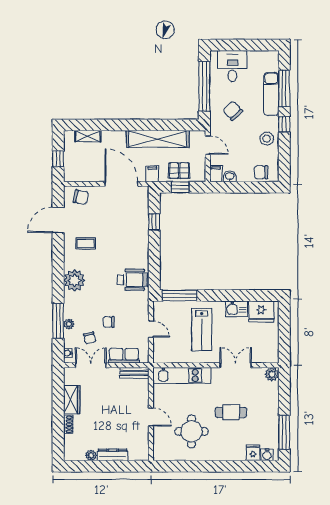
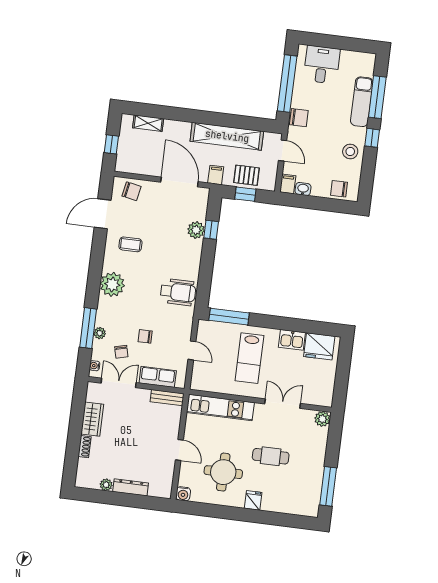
chair: (233, 111) -> (299, 118), moved, turned 132
plant: (141, 224) -> (196, 230), added
fridge: (253, 453) -> (253, 500), moved
water cooler: (267, 455) -> (183, 494), moved

